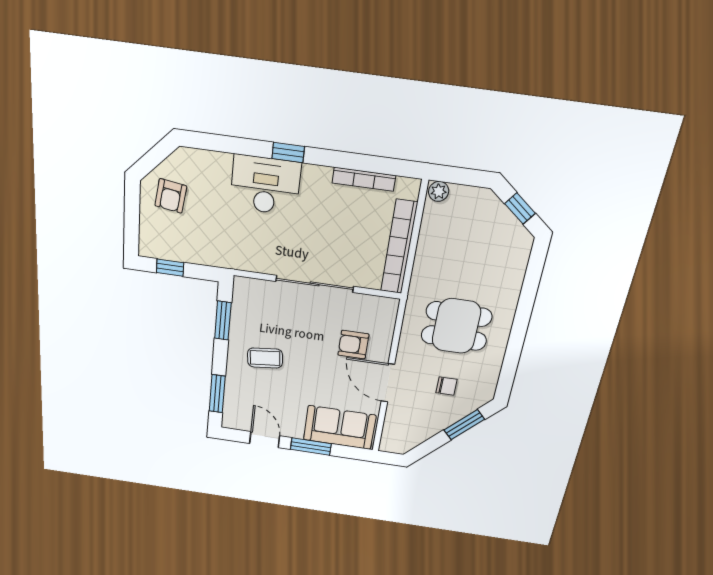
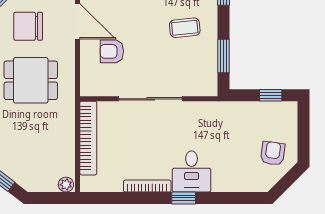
bookcase: (364, 179) -> (147, 186), moved
desk: (265, 185) -> (192, 171), width x0.73
armchair: (353, 345) -> (112, 51), turned 180
chair: (446, 386) -> (28, 26), width x1.87, depth x1.87

